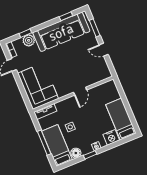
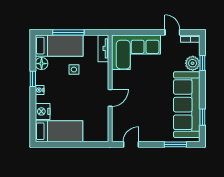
door: (104, 50) -> (131, 144), moved
door: (80, 91) -> (110, 98), swing flipped

